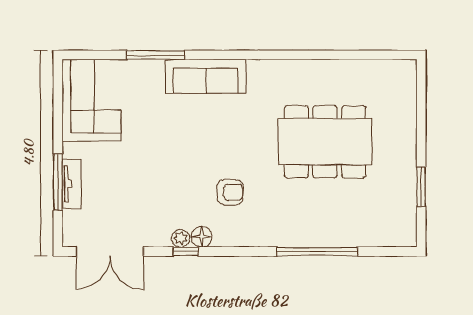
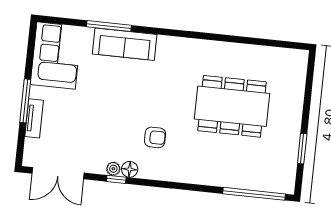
sofa: (205, 76) -> (125, 44), moved
window: (58, 182) -> (25, 101), moved
window: (317, 251) -> (254, 194), moved

